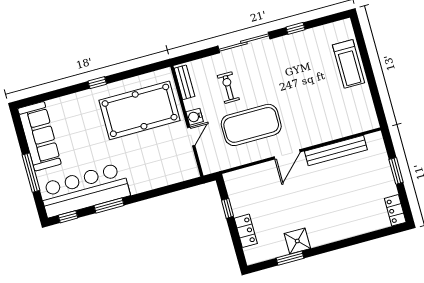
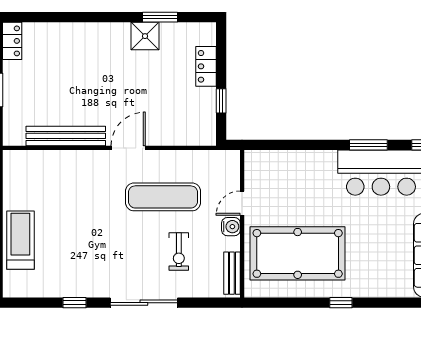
exercise mat: (251, 125) -> (163, 197), width x0.68

